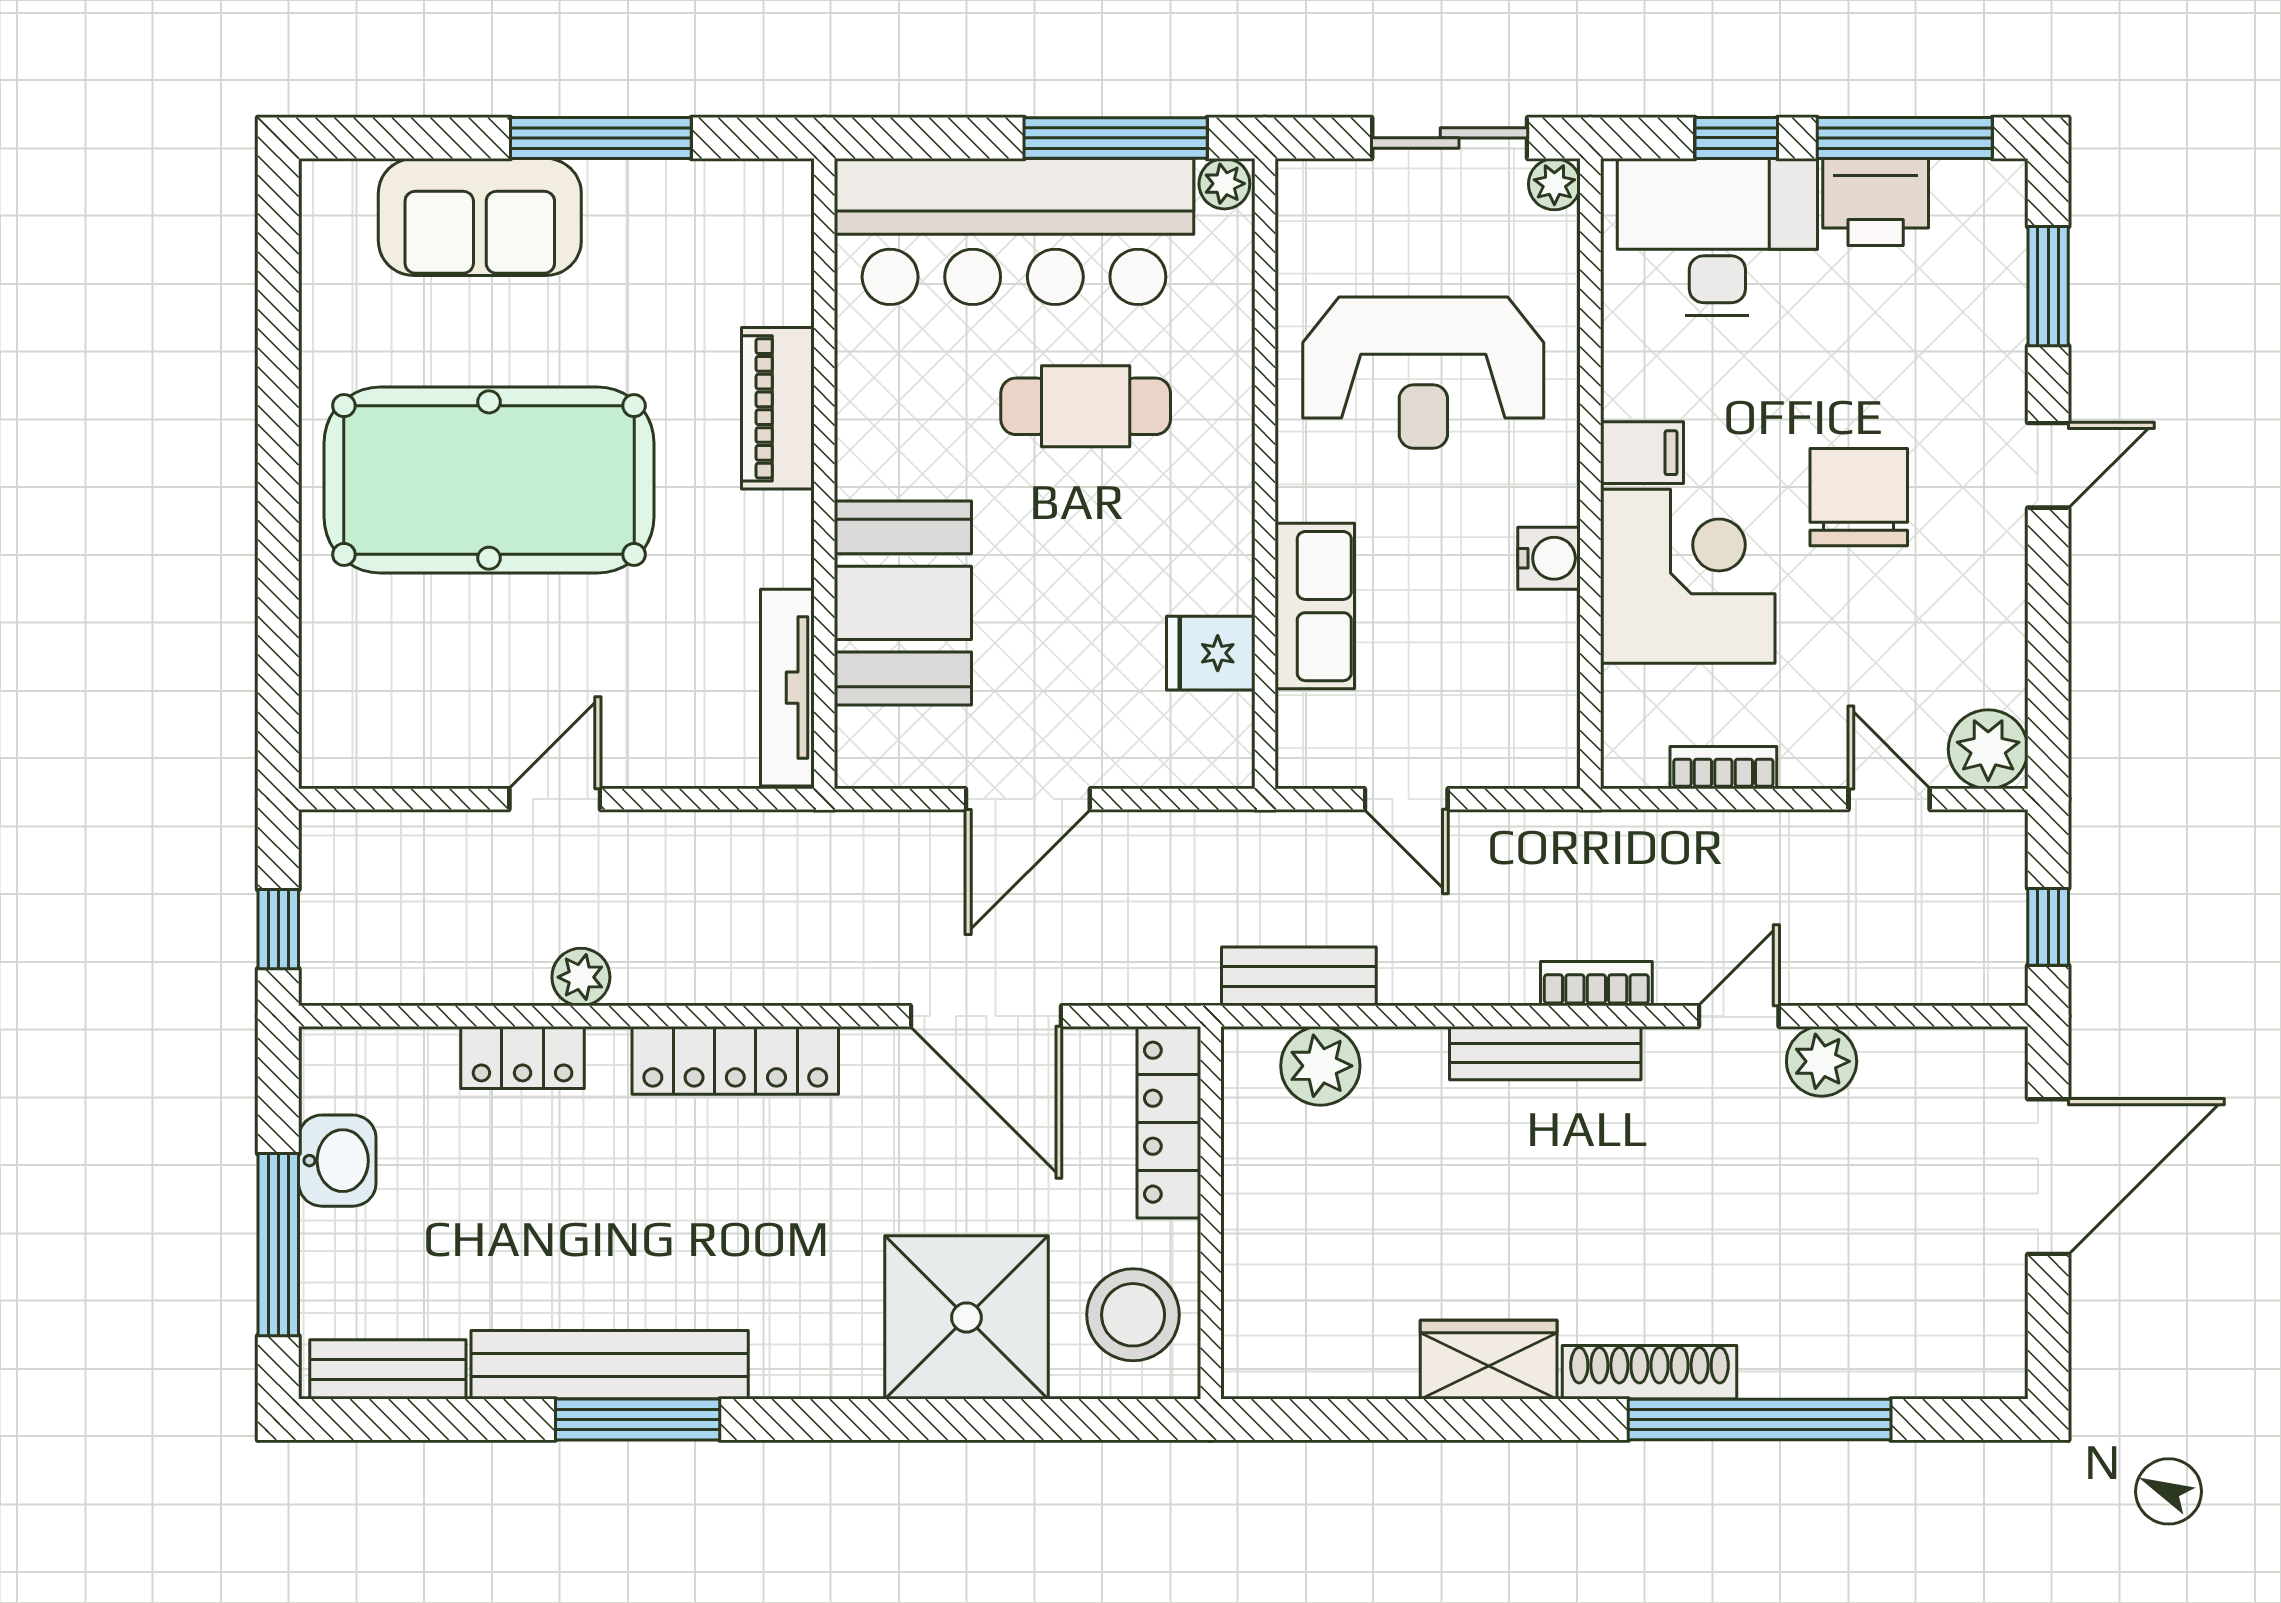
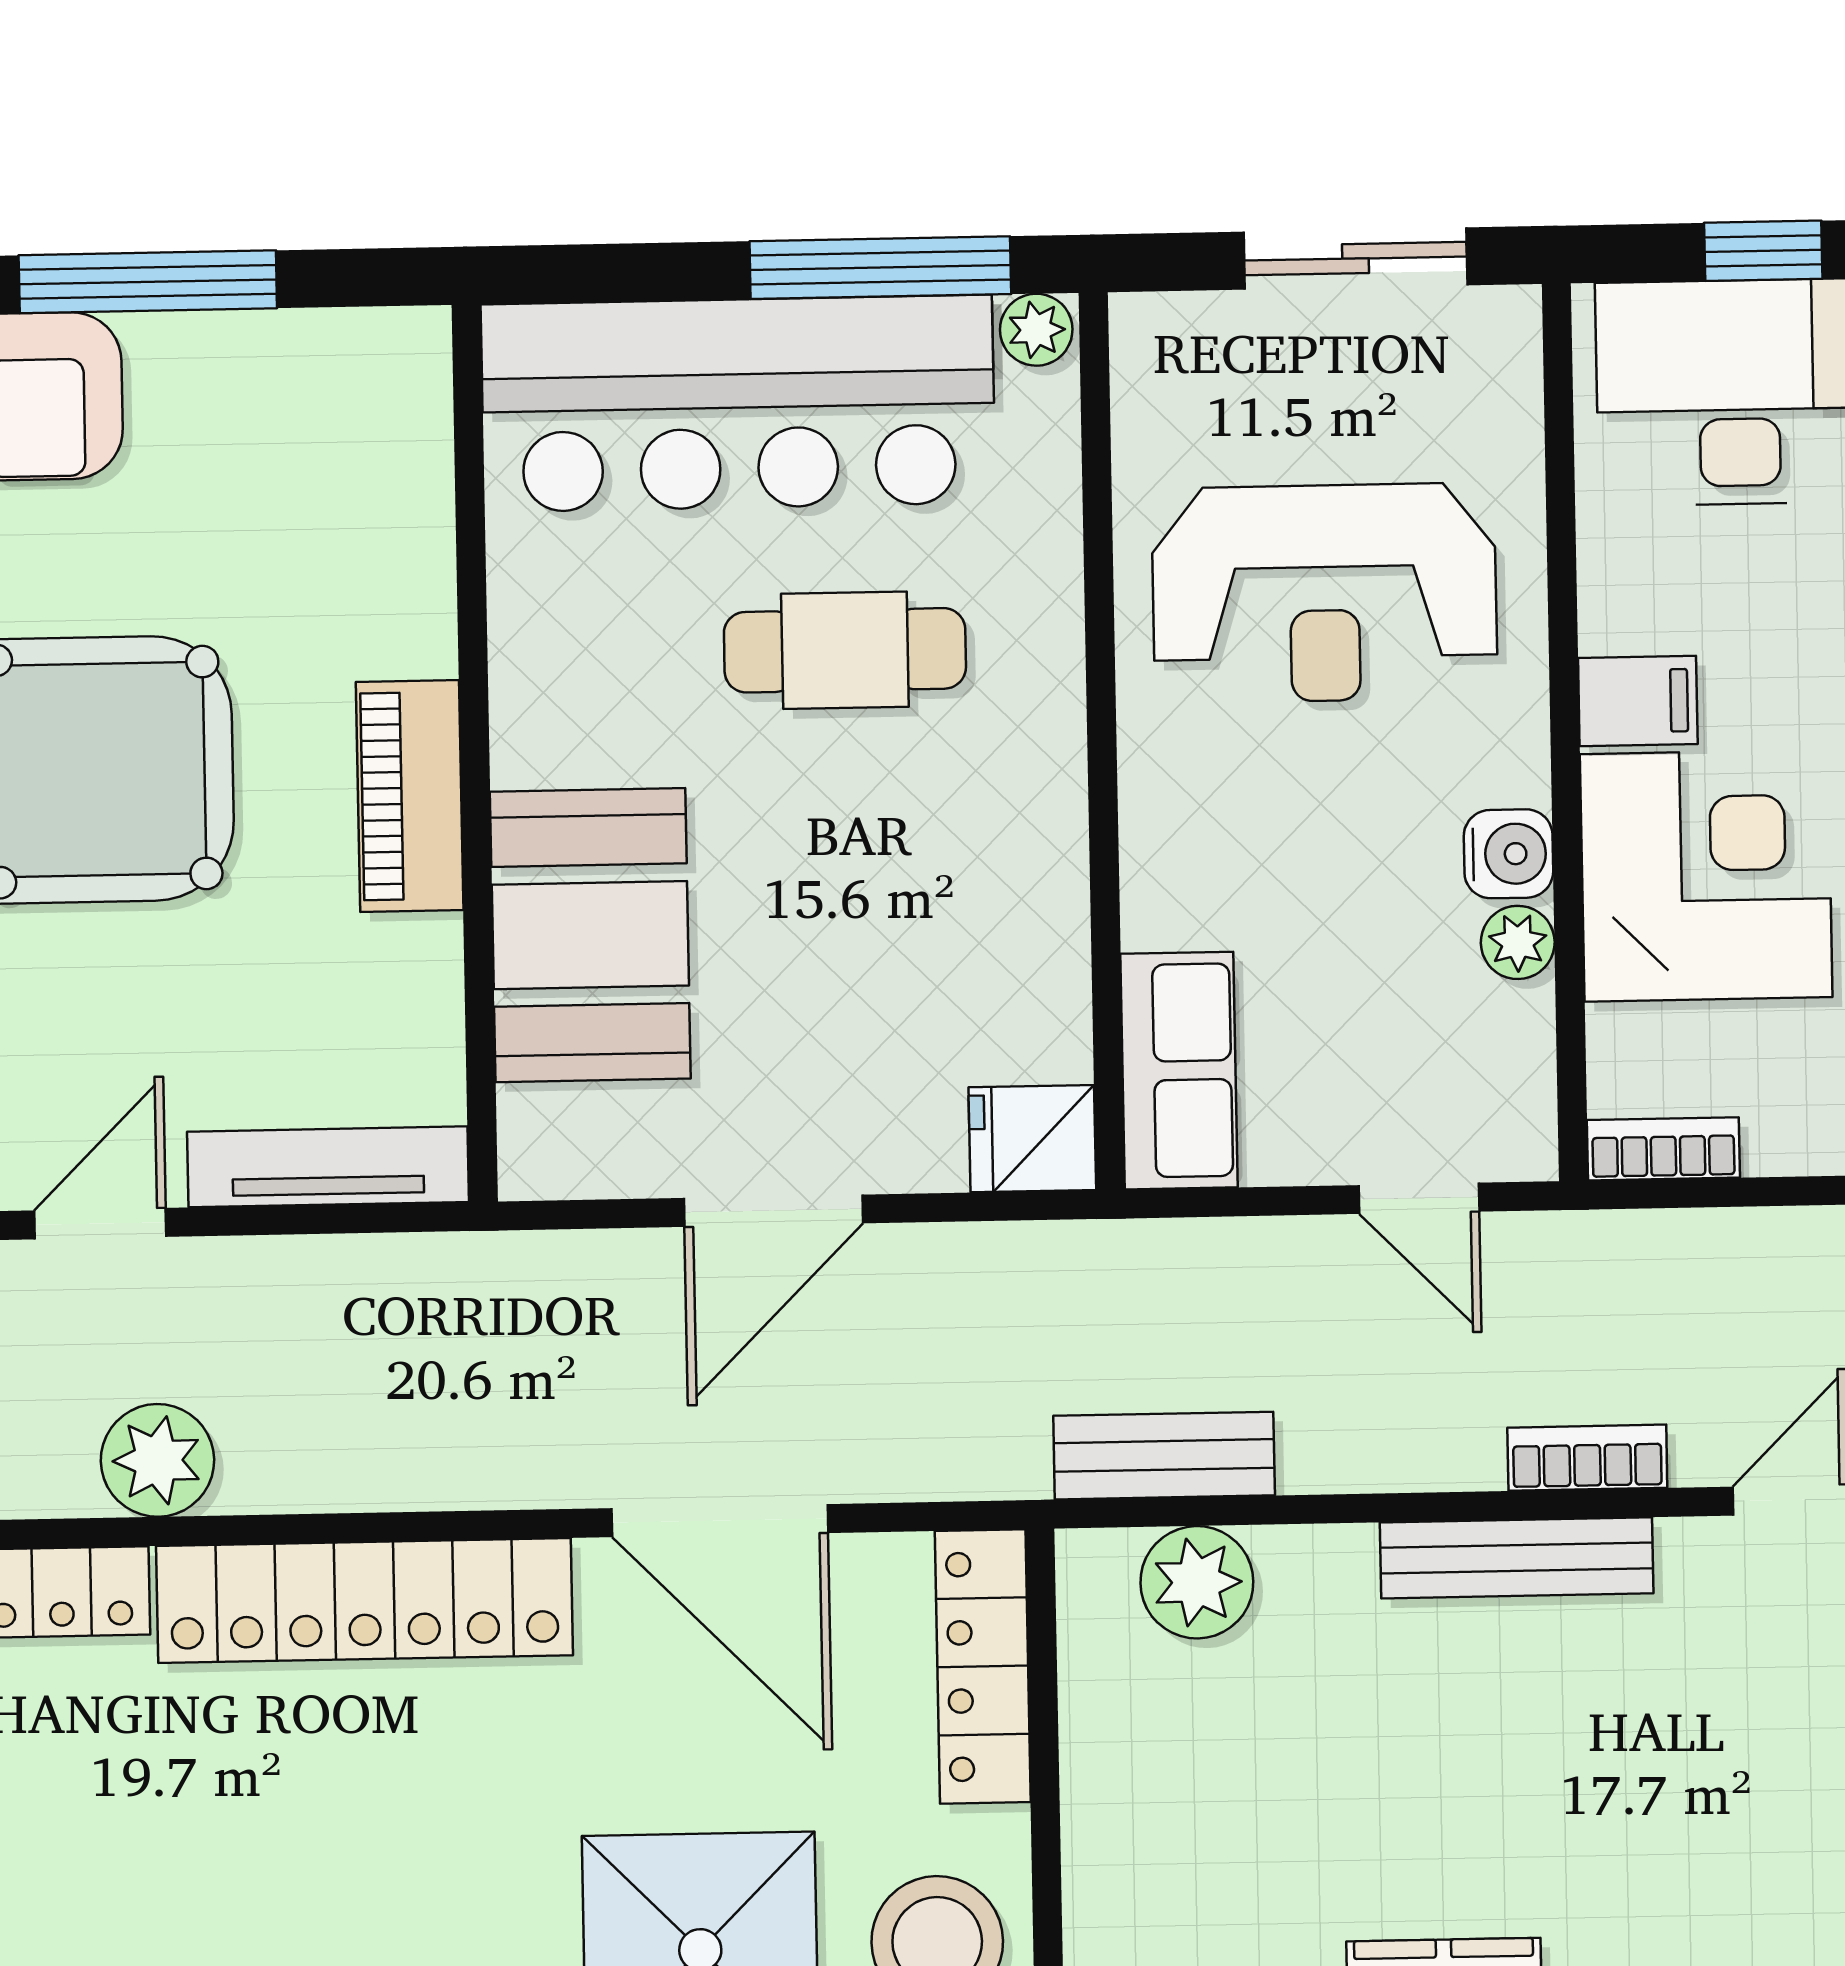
plant: (1554, 184) -> (1518, 942), moved
piano: (778, 408) -> (410, 796), moved
row of seats: (1315, 606) -> (1179, 1071), moved
fridge: (1211, 653) -> (1032, 1139), moved
tv unit: (787, 688) -> (328, 1167), moved, turned 90
bookcase: (1723, 768) -> (1663, 1149), moved
door: (1406, 799) -> (1419, 1198), moved
plant: (581, 977) -> (157, 1460), width x1.38, depth x1.38
locker: (735, 1060) -> (364, 1601), width x1.41, depth x1.21

